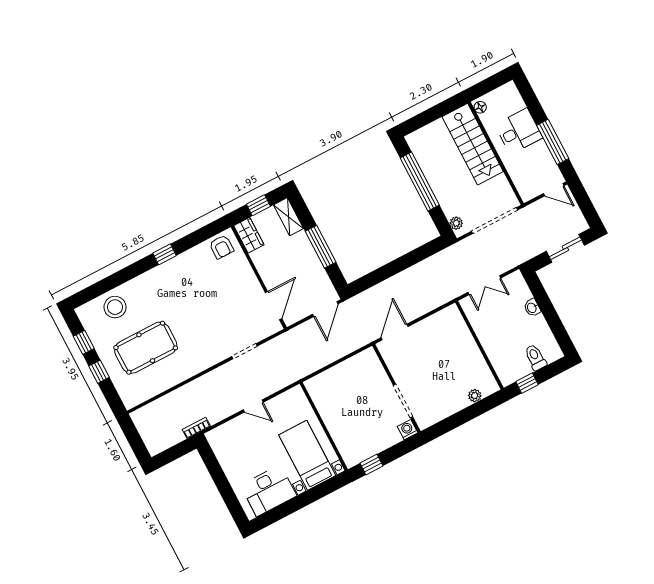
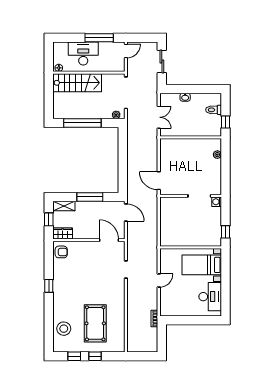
desk: (519, 131) -> (83, 53), width x1.37

